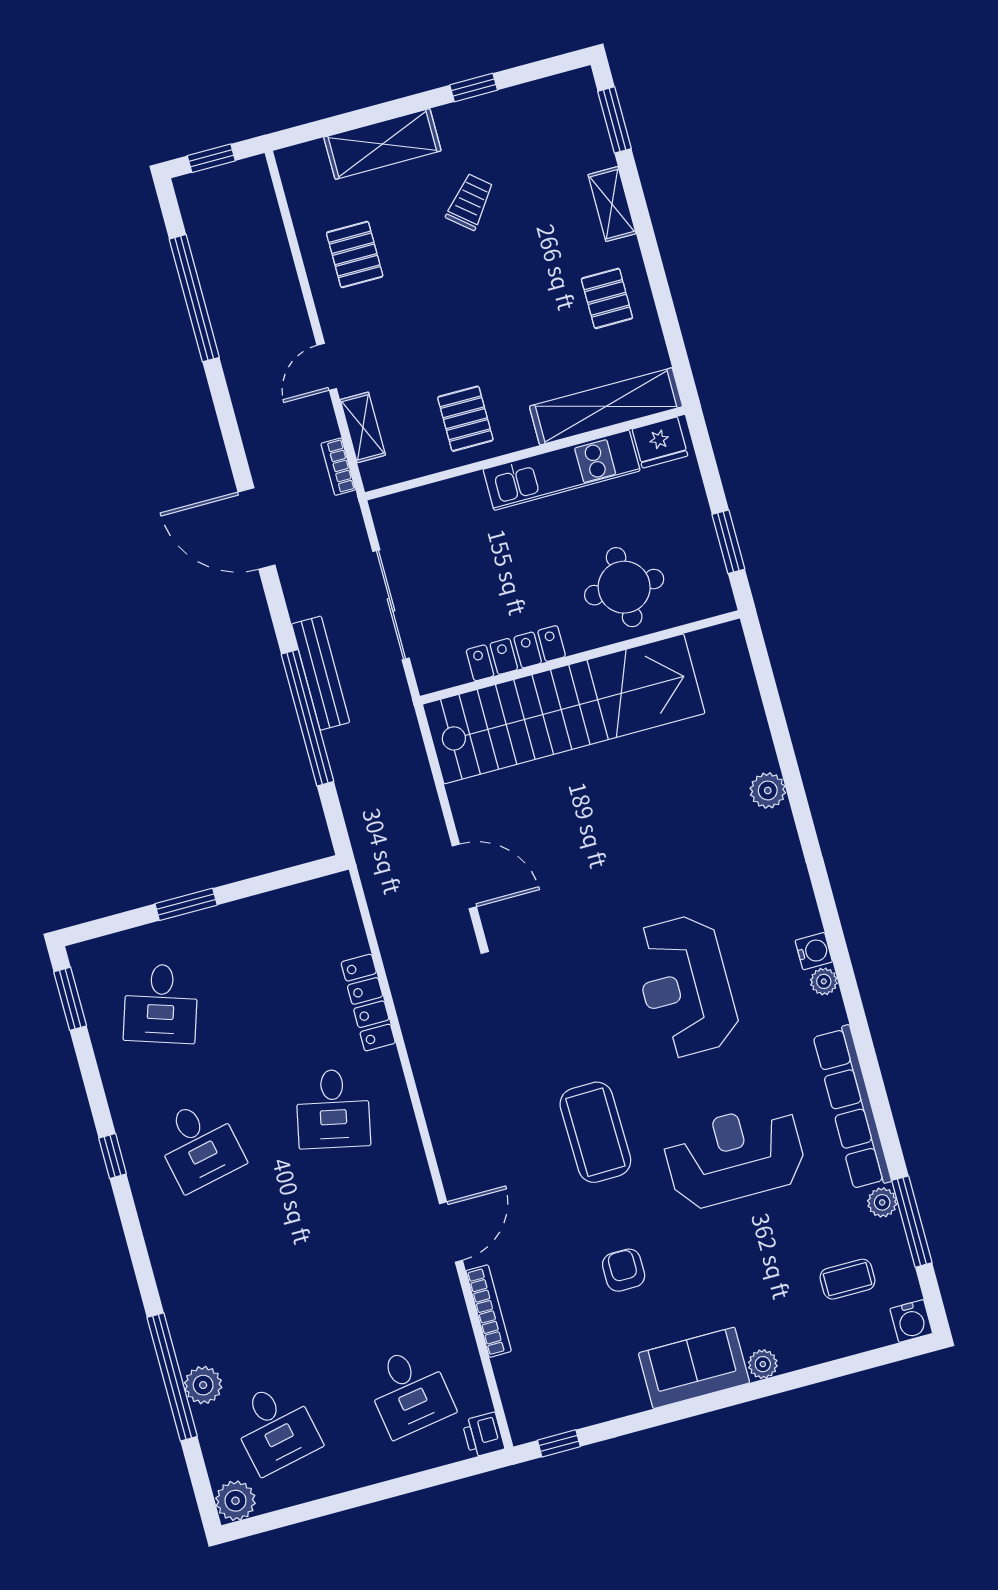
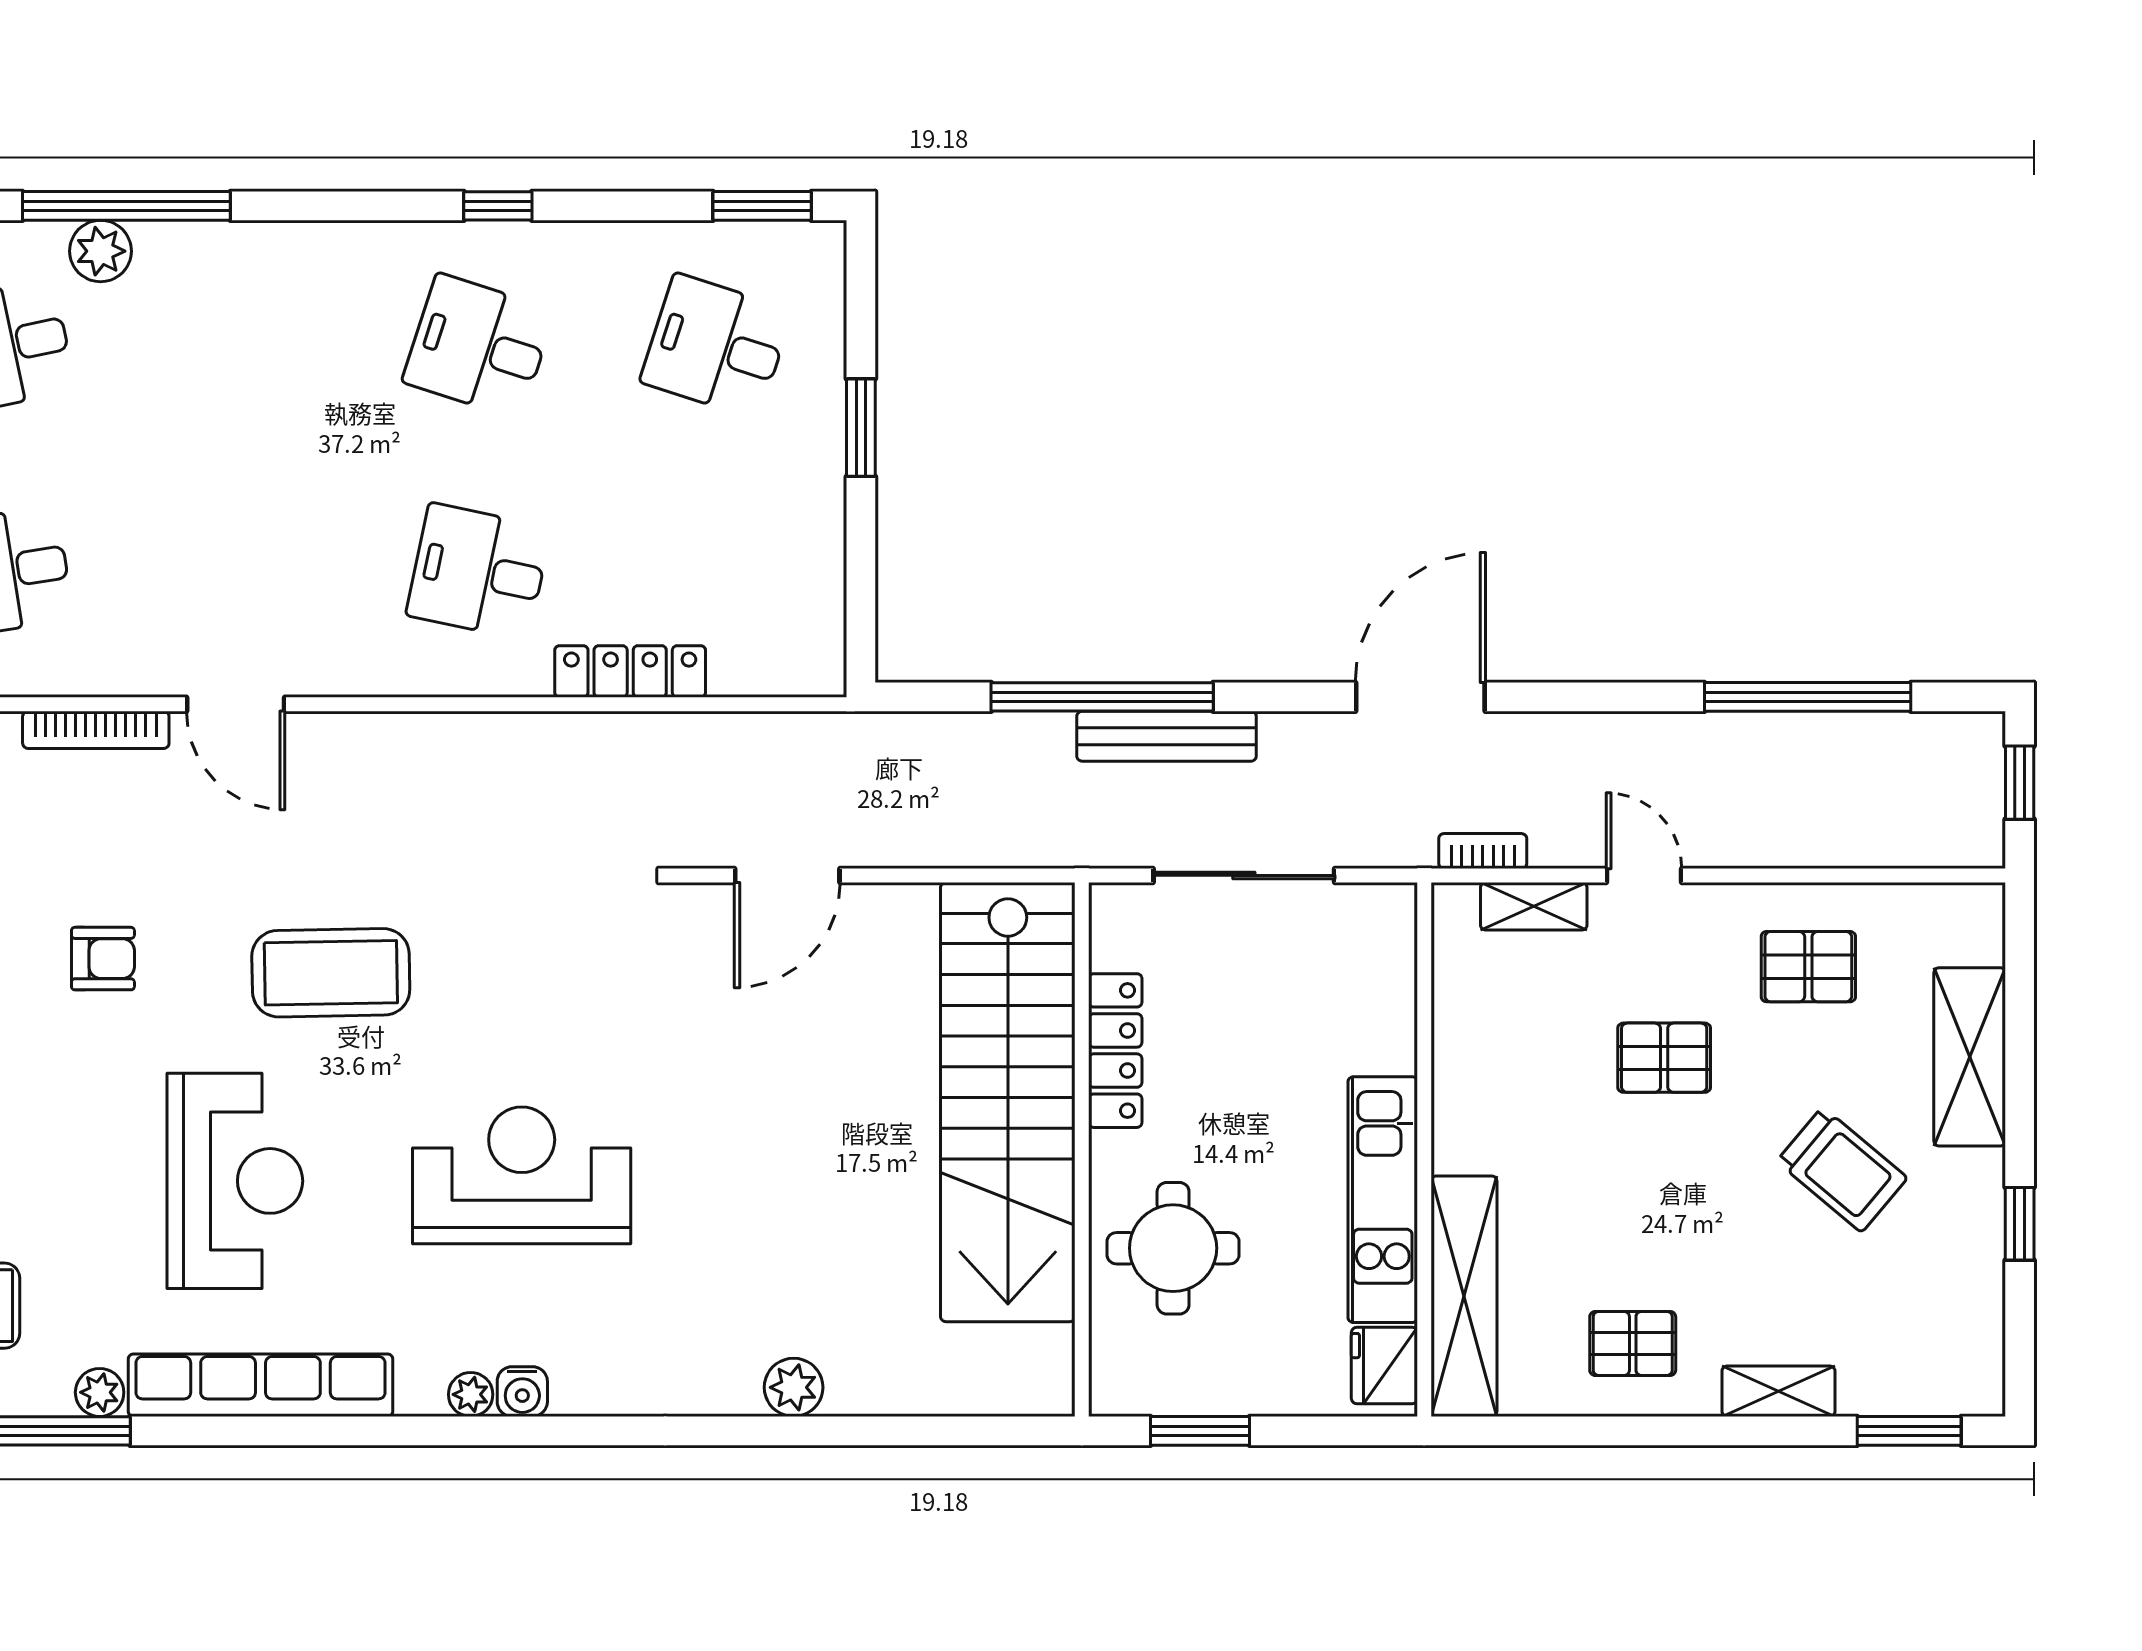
trolley: (470, 202) -> (1842, 1170), width x1.36, depth x1.39
pallet: (465, 419) -> (1664, 1058), moved
desk: (199, 1145) -> (479, 346), turned 30

